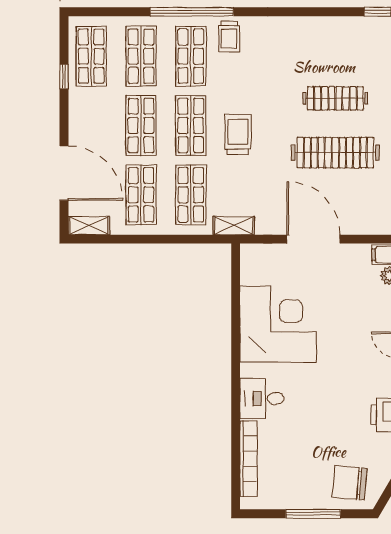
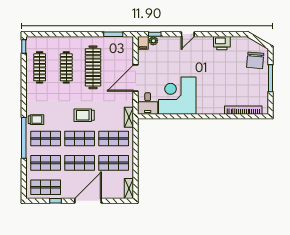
clothes rail: (335, 44) -> (40, 67), added
door: (64, 173) -> (88, 201), moved
desk: (262, 398) -> (148, 103), moved

